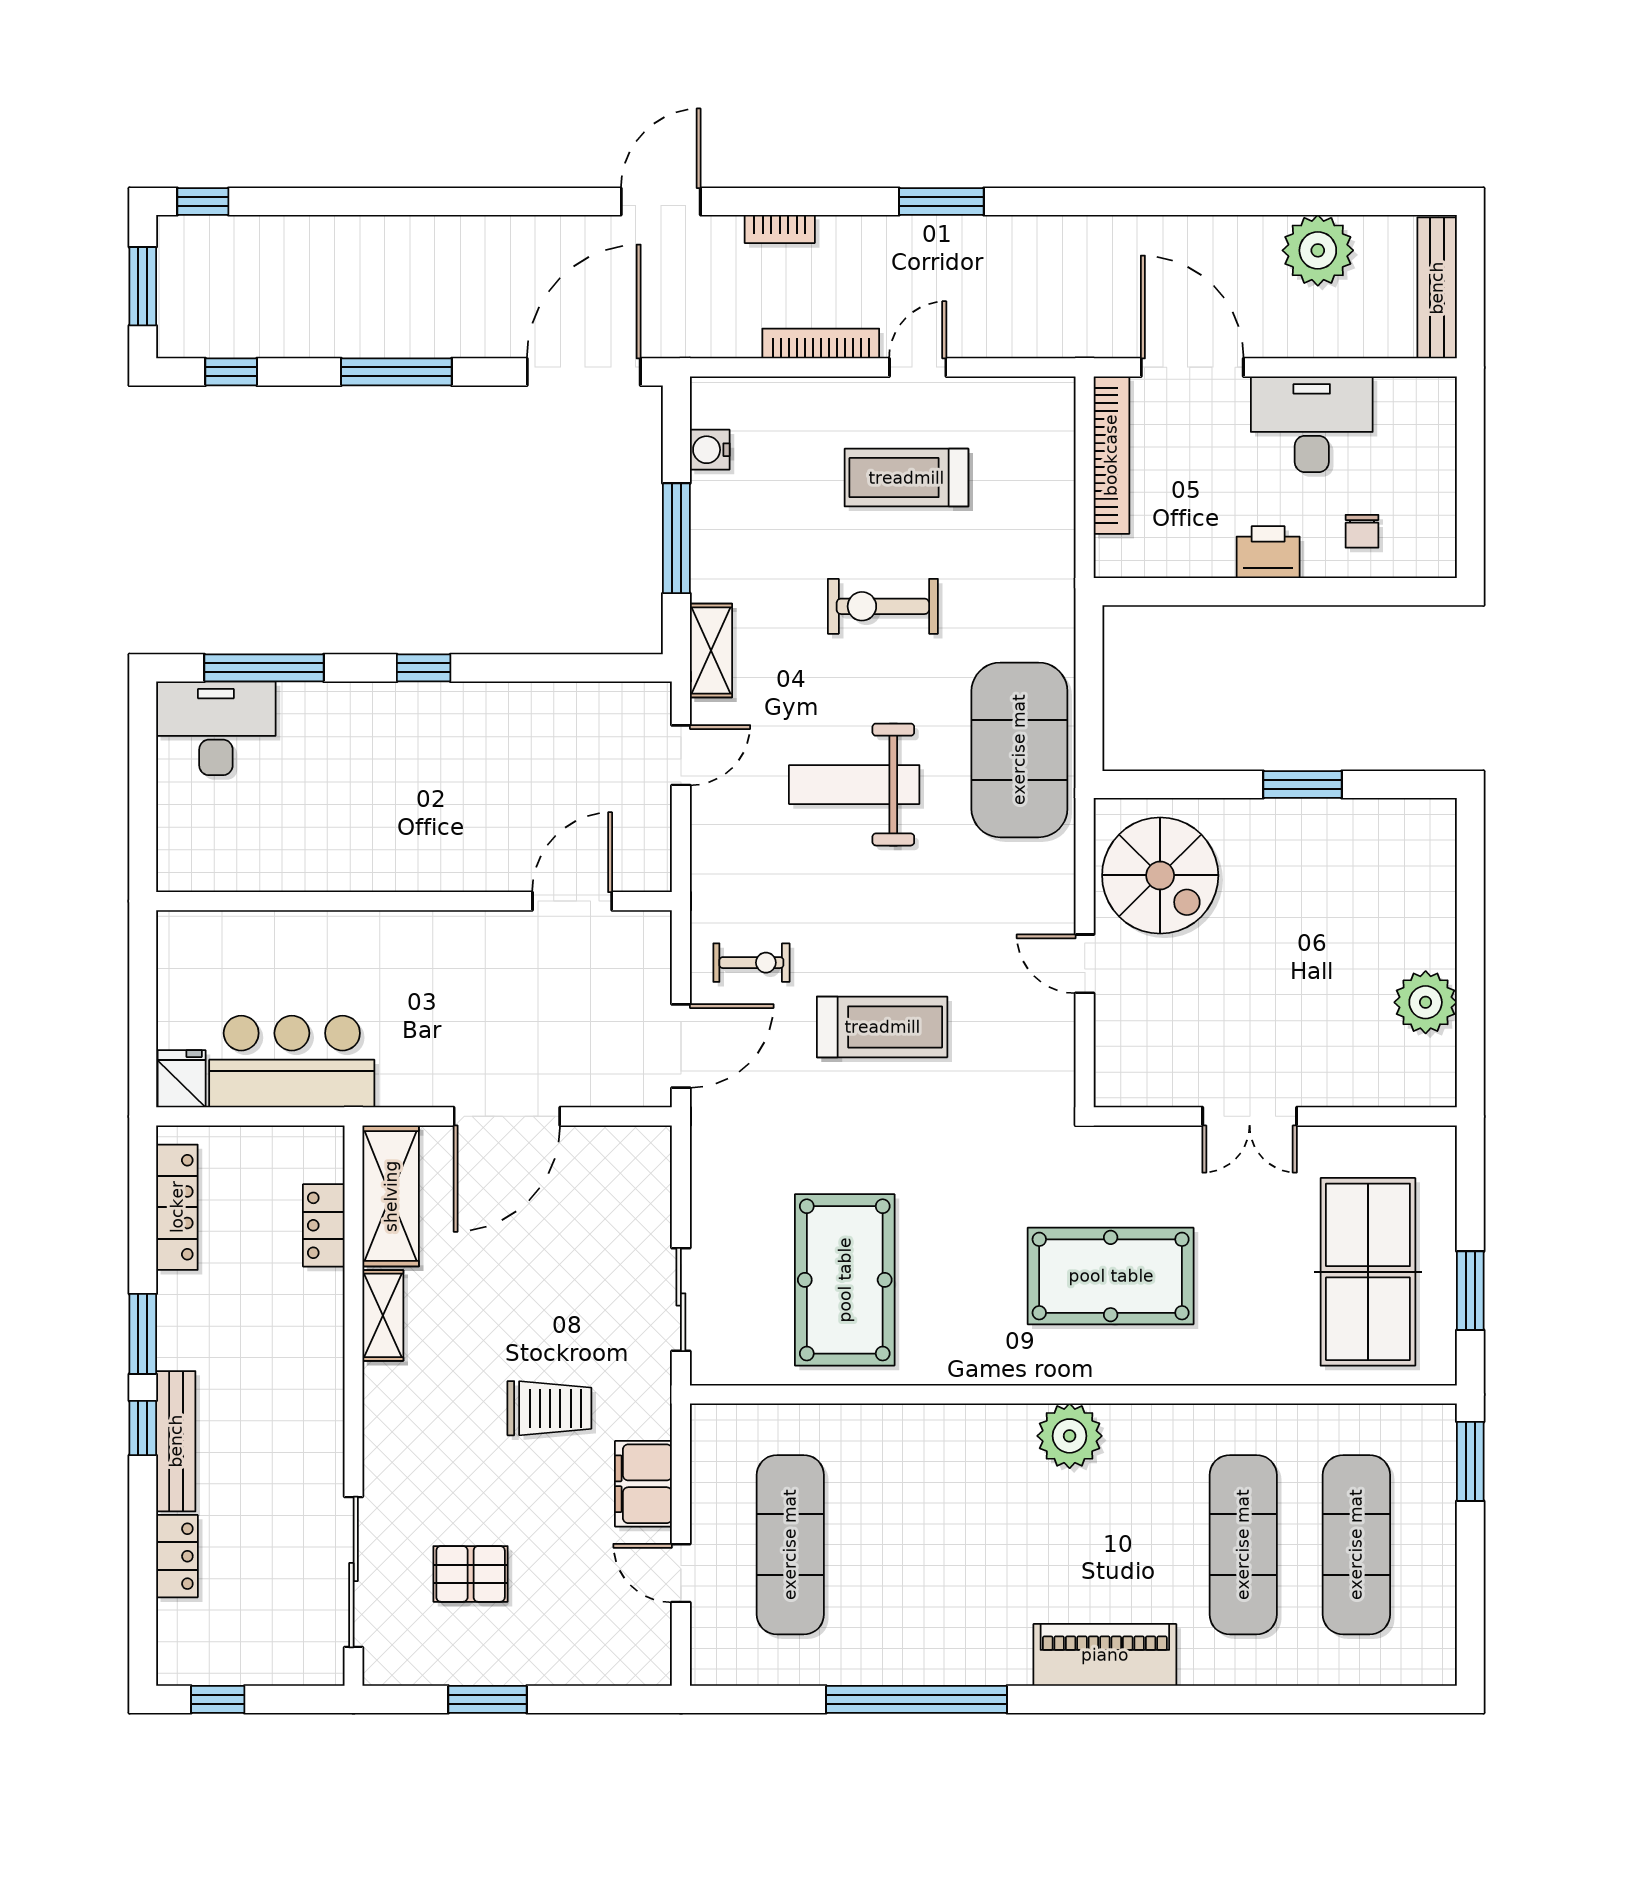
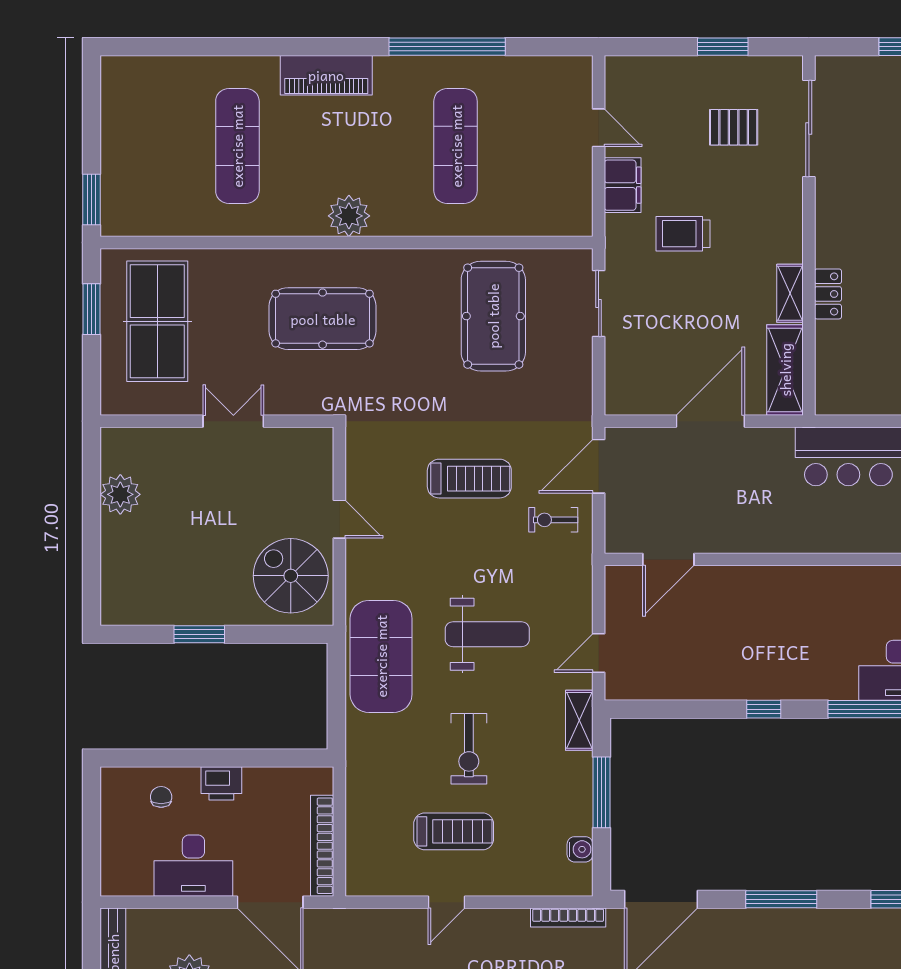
bookcase: (821, 343) -> (568, 917), moved
exercise bike: (883, 606) -> (469, 749), turned 90
treadmill: (882, 1027) -> (469, 479), turned 180
locker: (324, 1225) -> (828, 294), moved
exercise mat: (790, 1545) -> (456, 146), moved
exercise mat: (1356, 1545) -> (165, 146), removed

